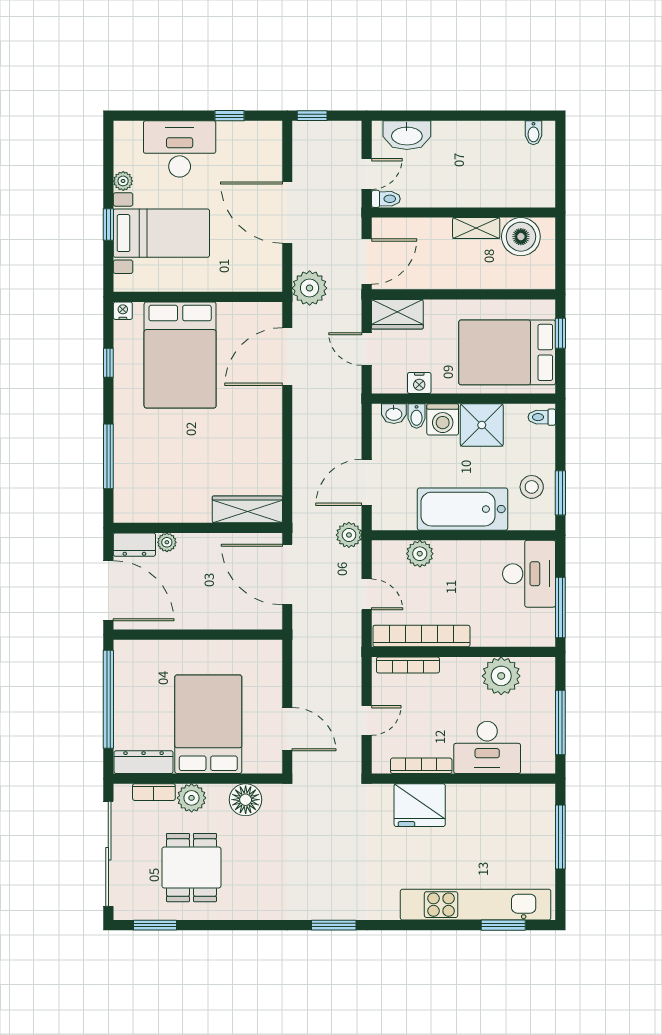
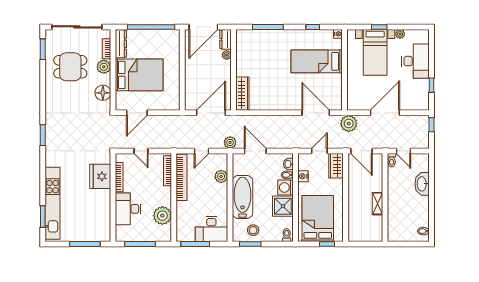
washbasin: (407, 135) -> (422, 184), moved
boiler: (521, 237) -> (373, 225), removed
bed: (180, 355) -> (317, 61), width x0.67

